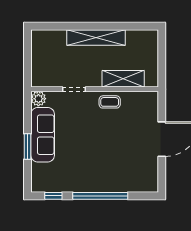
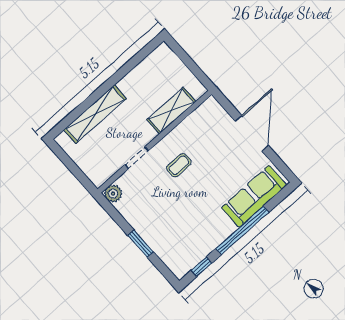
shelving: (96, 37) -> (95, 114), moved
coffee table: (110, 102) -> (179, 165), moved
sofa: (43, 135) -> (254, 196), moved, turned -90

